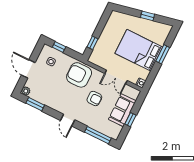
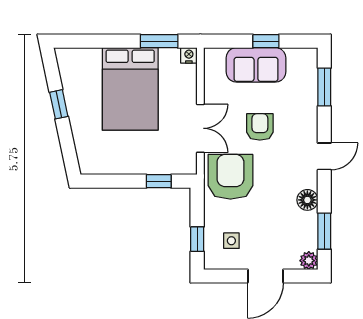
window: (163, 54) -> (159, 41), moved
armchair: (79, 75) -> (230, 177), turned 180
double door: (116, 77) -> (200, 128), moved
floor lamp: (52, 103) -> (307, 200), added
window: (98, 135) -> (324, 87), width x0.69

